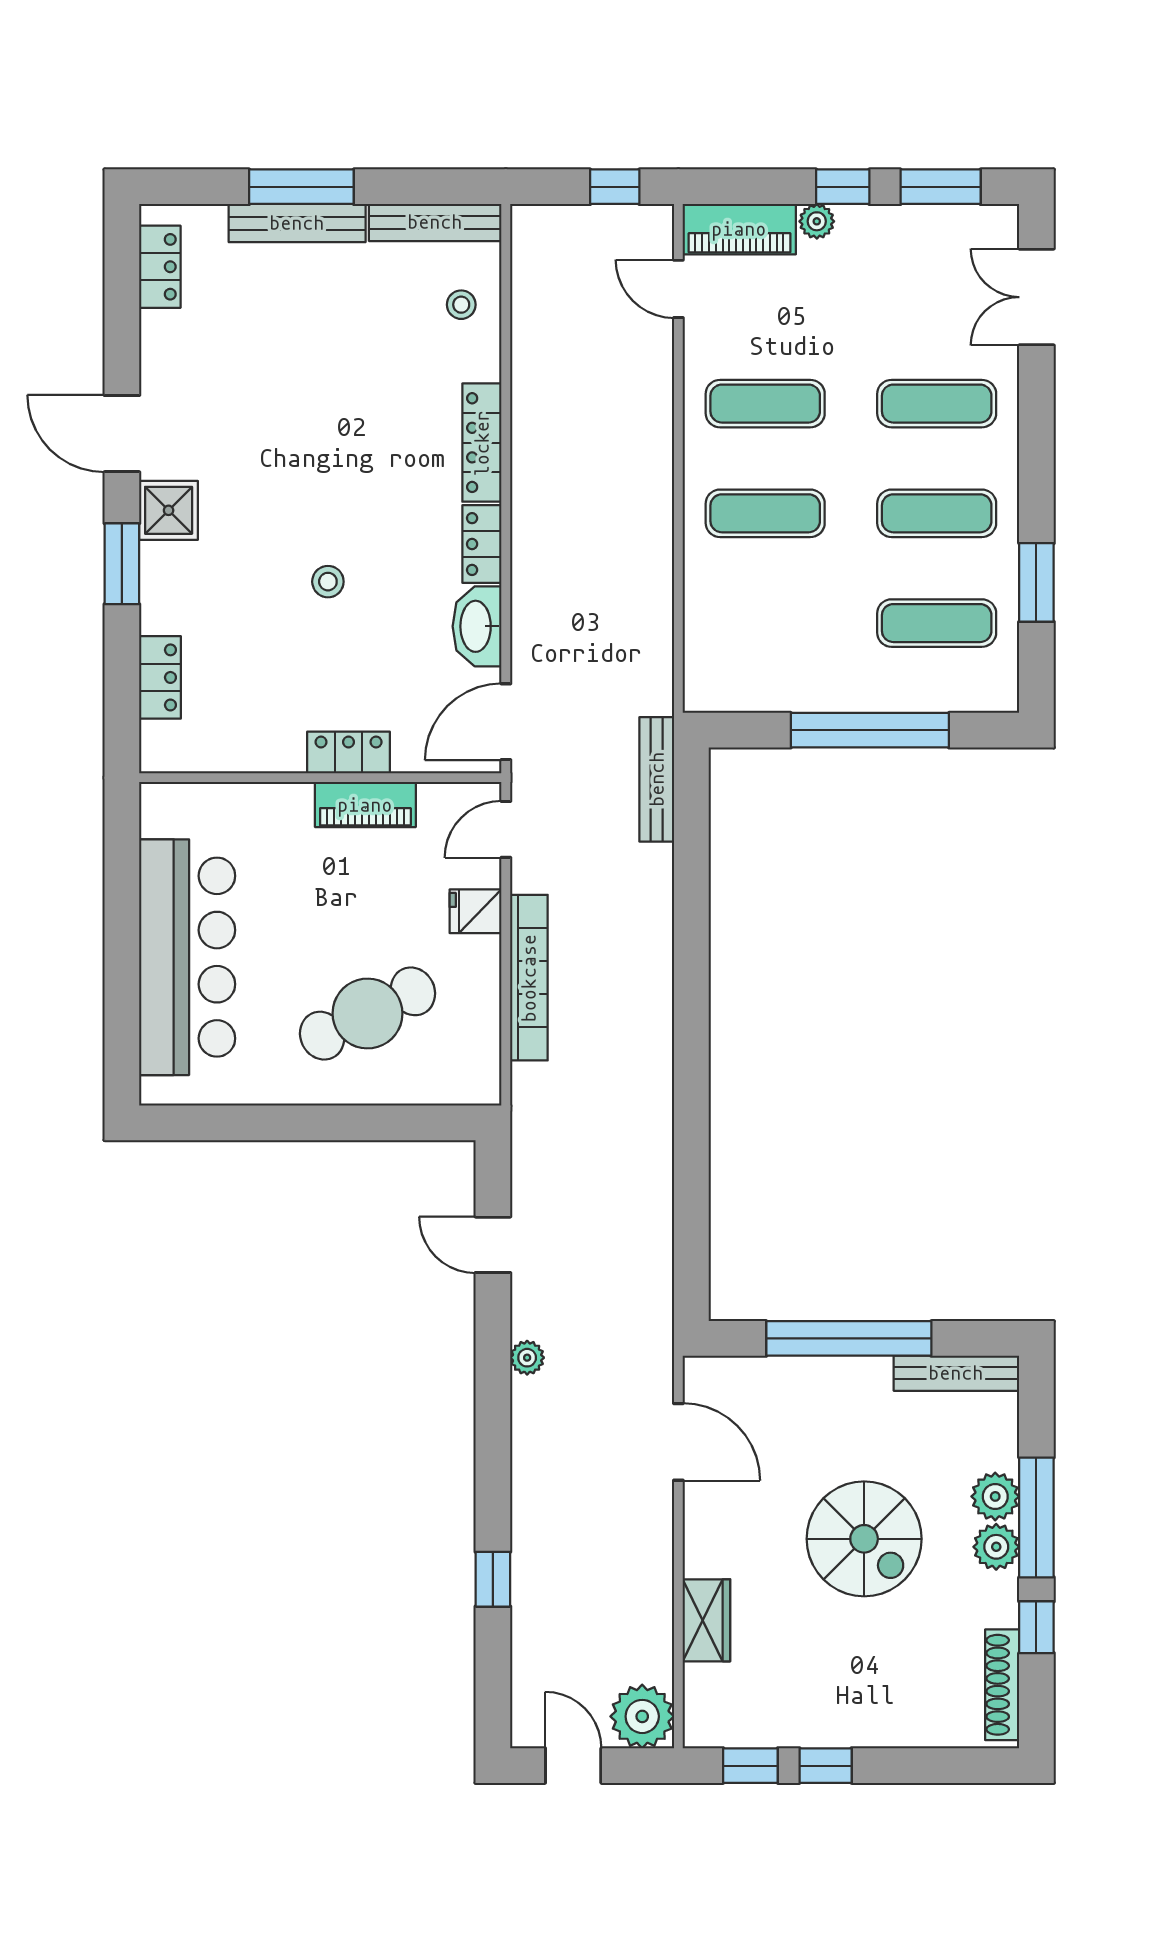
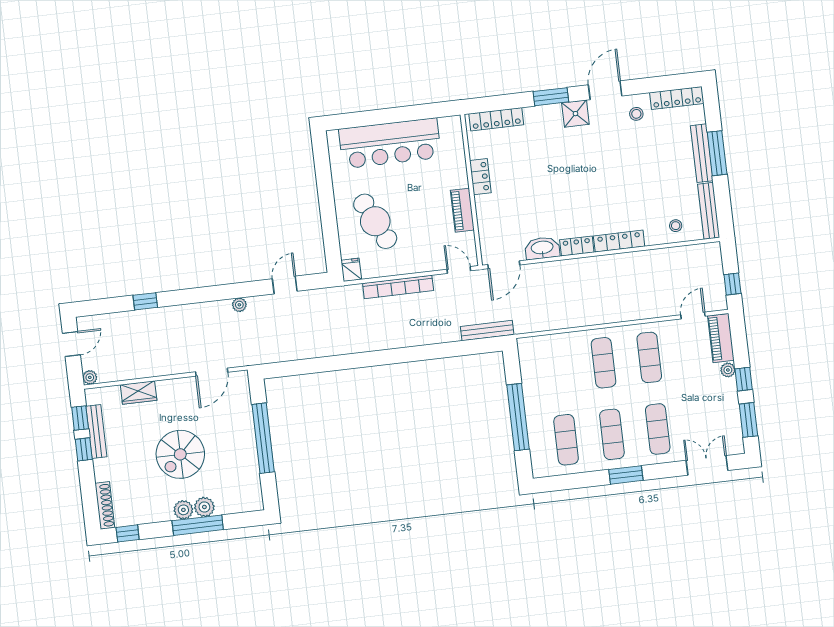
locker: (160, 267) -> (677, 98), width x1.53
stool: (328, 582) -> (636, 114), moved
window: (1036, 582) -> (626, 475), moved
locker: (160, 677) -> (496, 119), width x1.53
door: (506, 722) -> (504, 265), swing flipped
locker: (349, 752) -> (480, 177), moved
fridge: (476, 911) -> (351, 270), moved
bench: (956, 1373) -> (96, 431), moved
window: (1036, 1627) -> (128, 533), moved
shoe rack: (1002, 1685) -> (105, 505), moved, turned 90
plant: (642, 1716) -> (90, 377), width x0.53, depth x0.53

